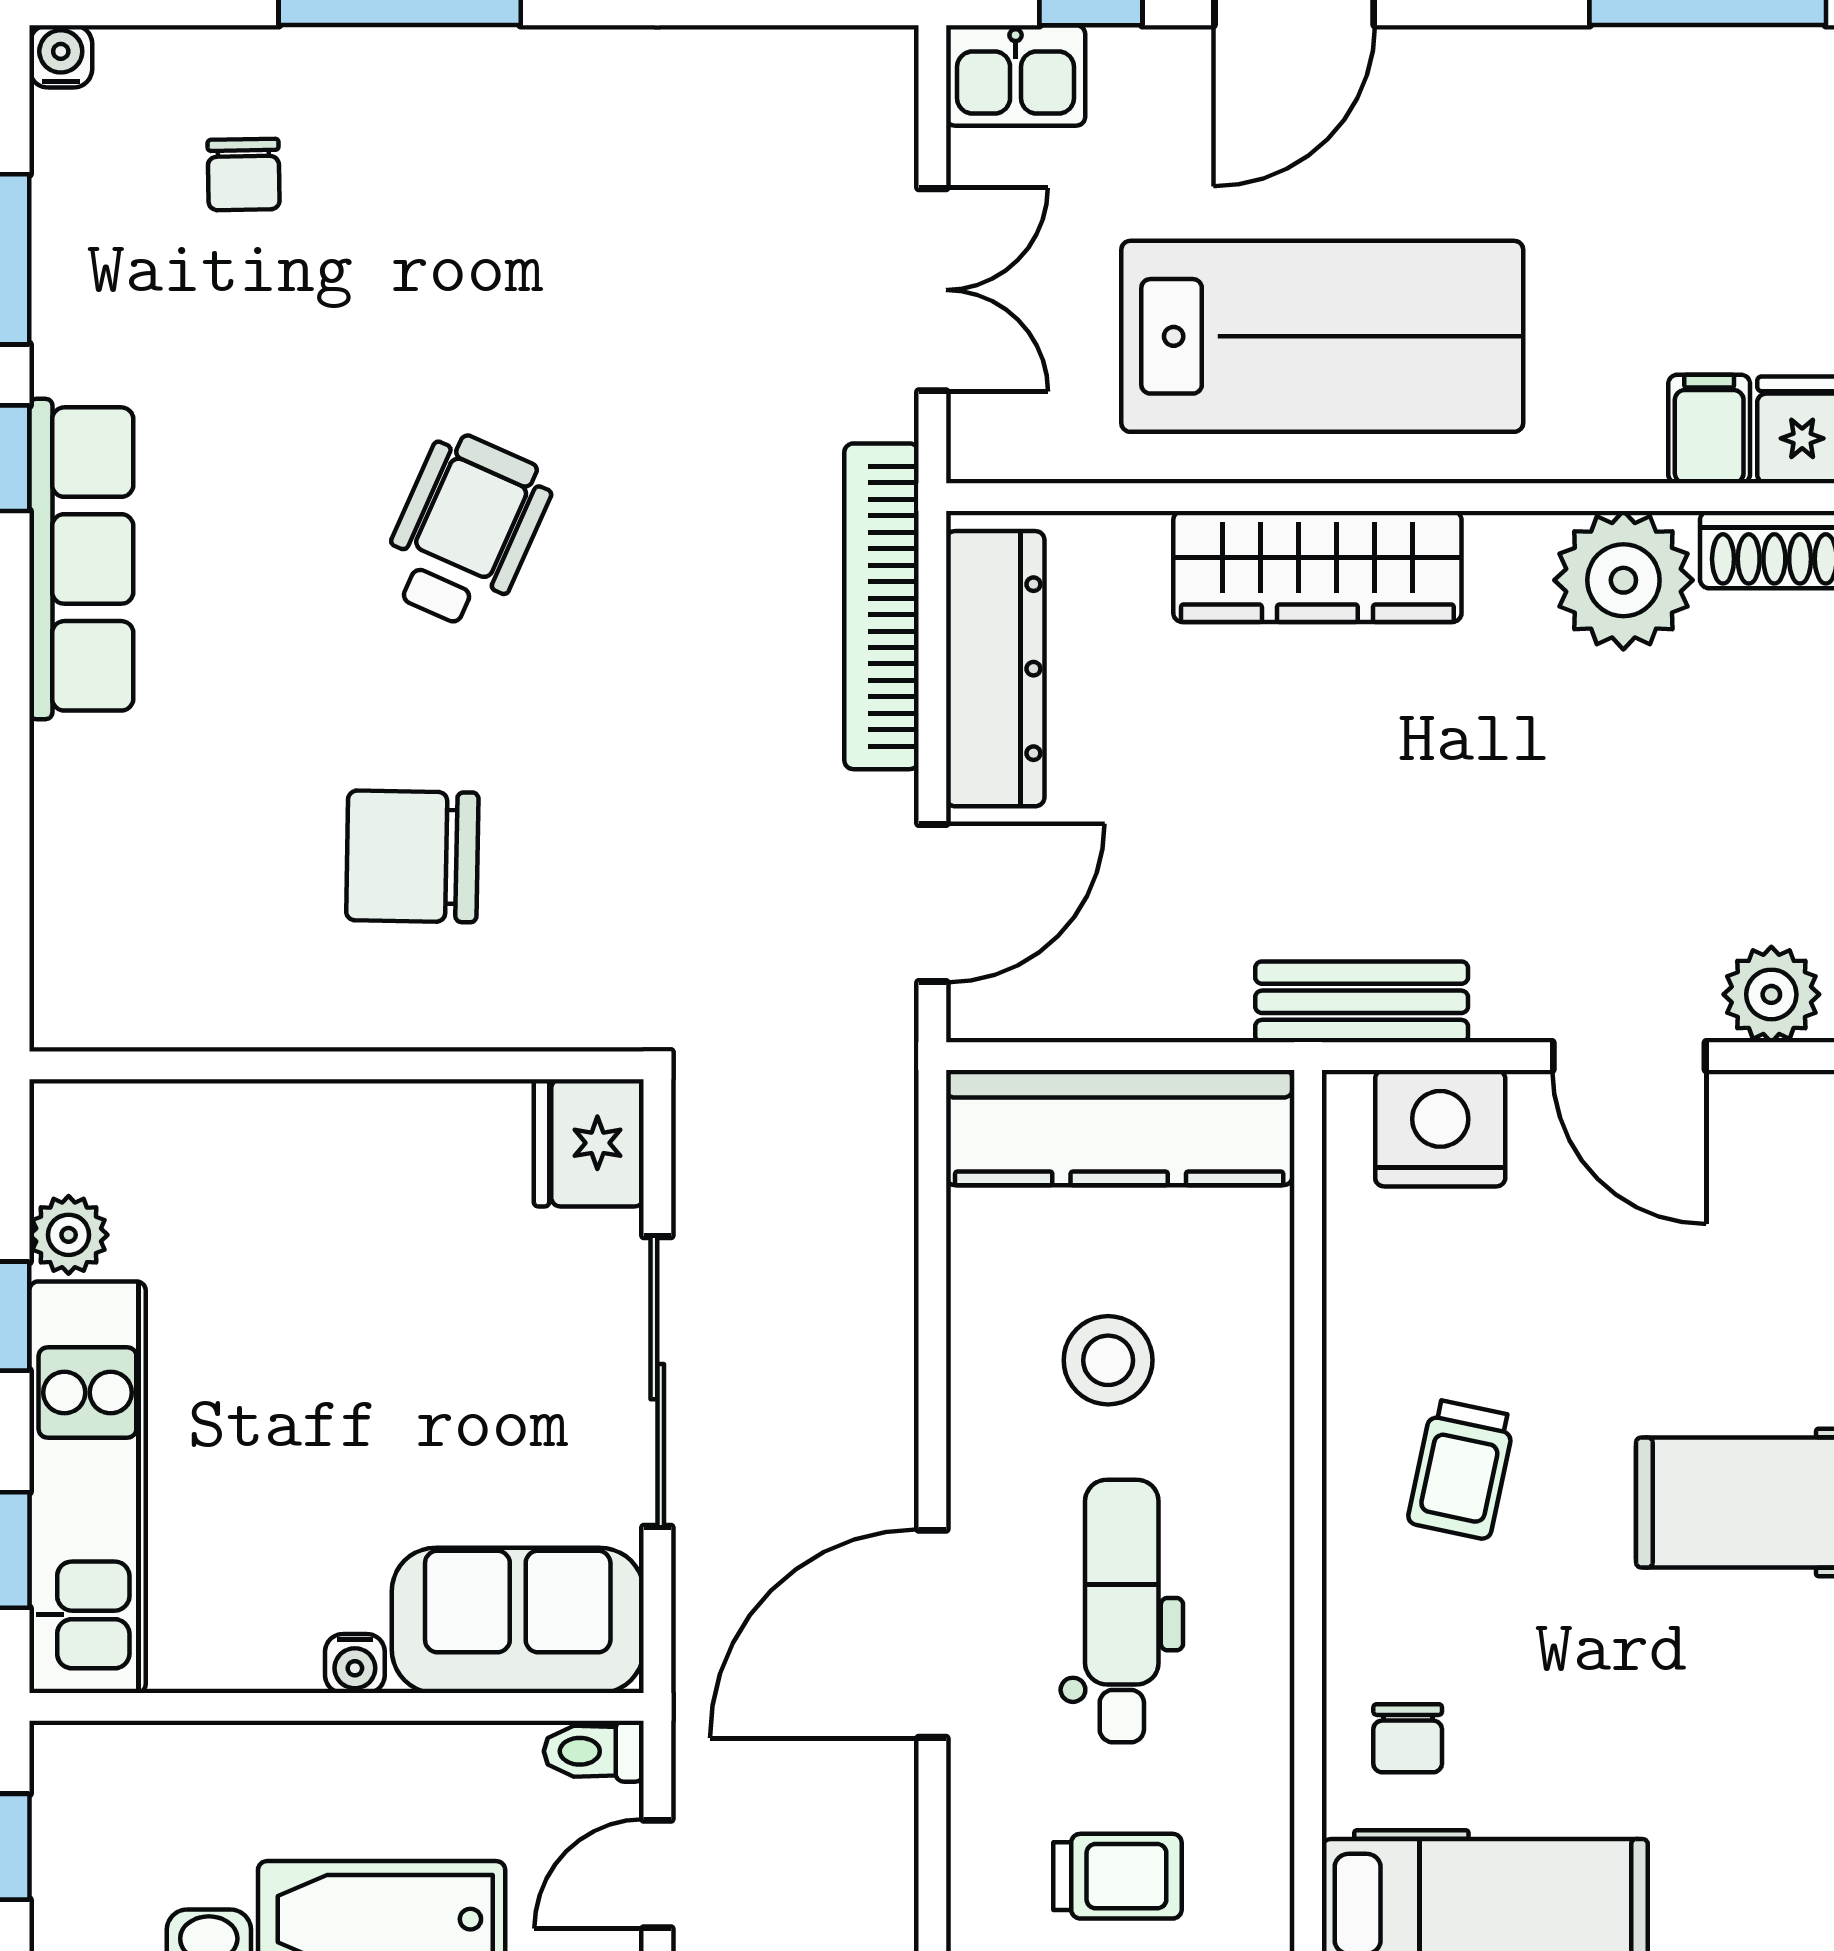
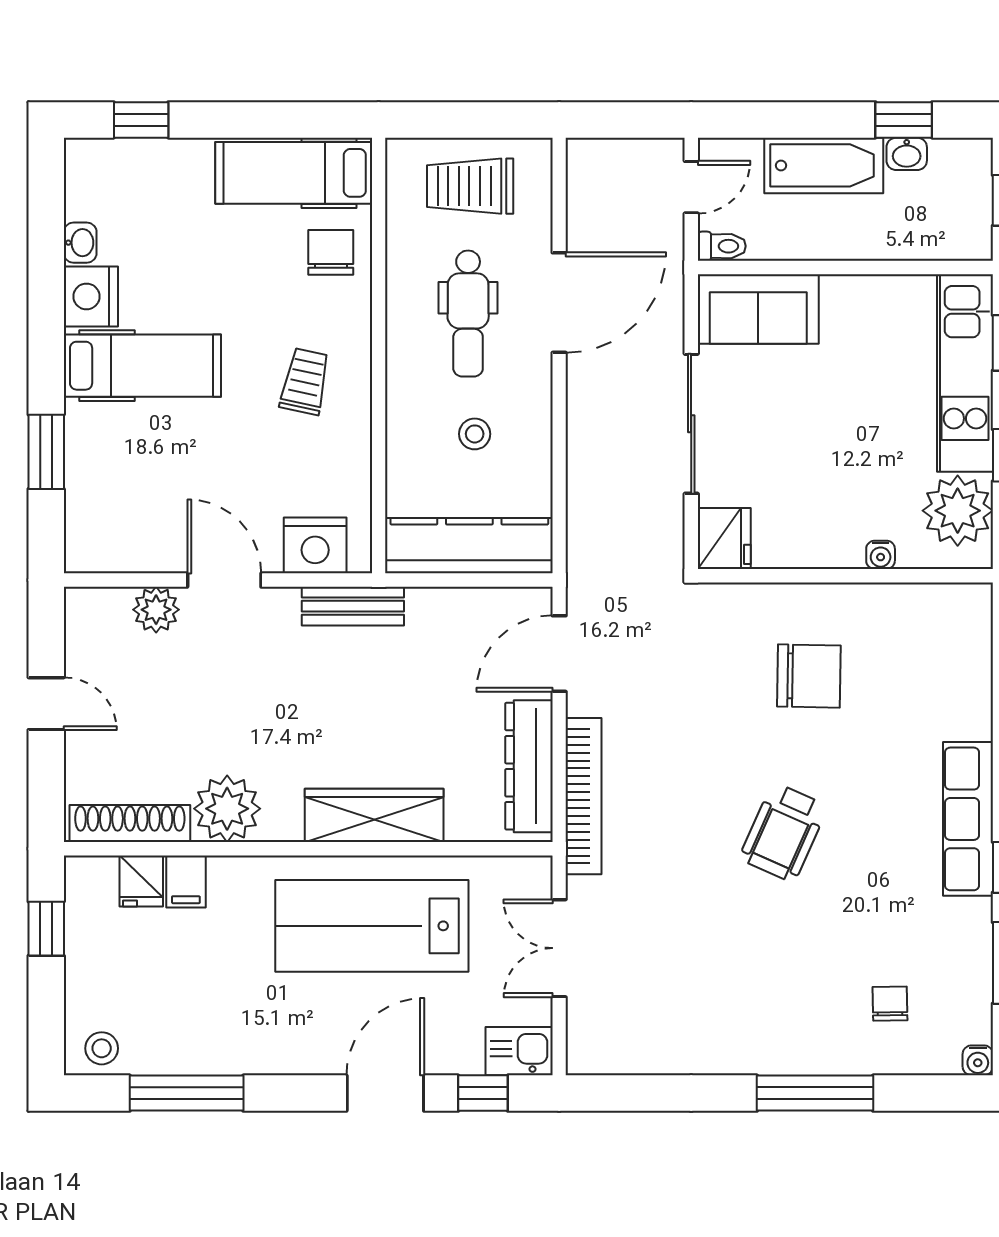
plant: (69, 1235) -> (958, 511), width x1.87, depth x1.87
stool: (1108, 1360) -> (475, 434), width x0.73, depth x0.73
water cooler: (355, 1663) -> (881, 555), moved, turned 180
chair: (1408, 1738) -> (331, 252), width x1.37, depth x1.37
trolley: (1117, 1876) -> (470, 186), width x1.36, depth x1.39

